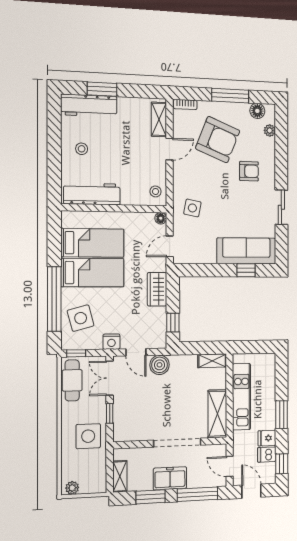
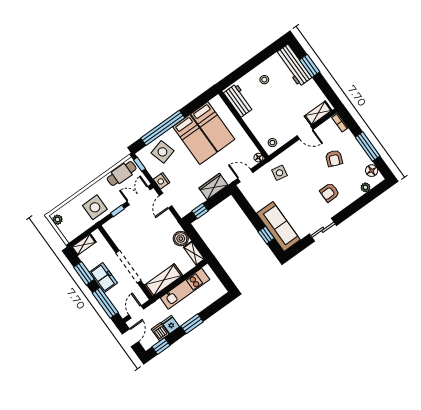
armchair: (218, 140) -> (334, 158), width x0.53, depth x0.53
armchair: (249, 171) -> (330, 192), turned 90
workbench: (92, 194) -> (239, 100), width x0.73
boiler: (160, 365) -> (181, 239), moved

